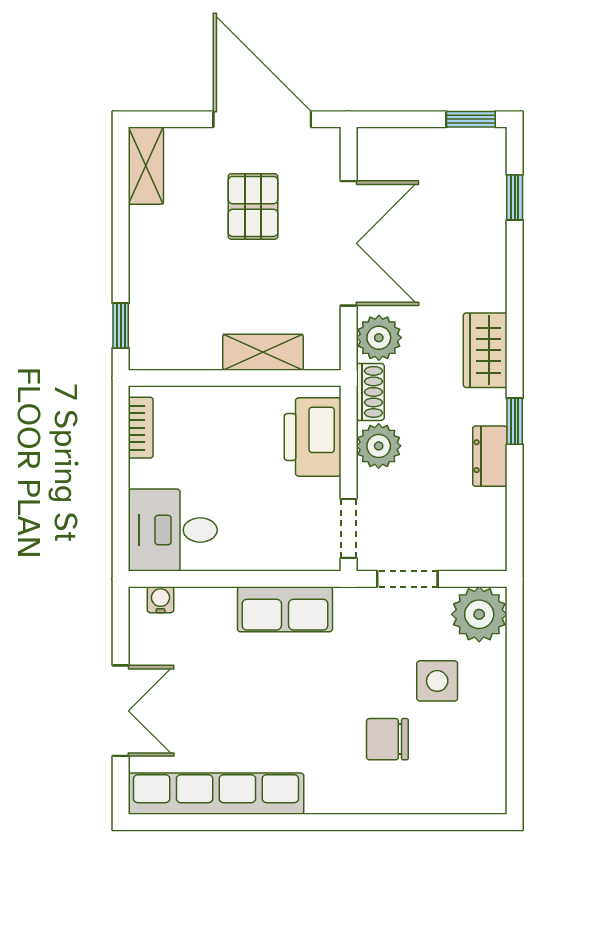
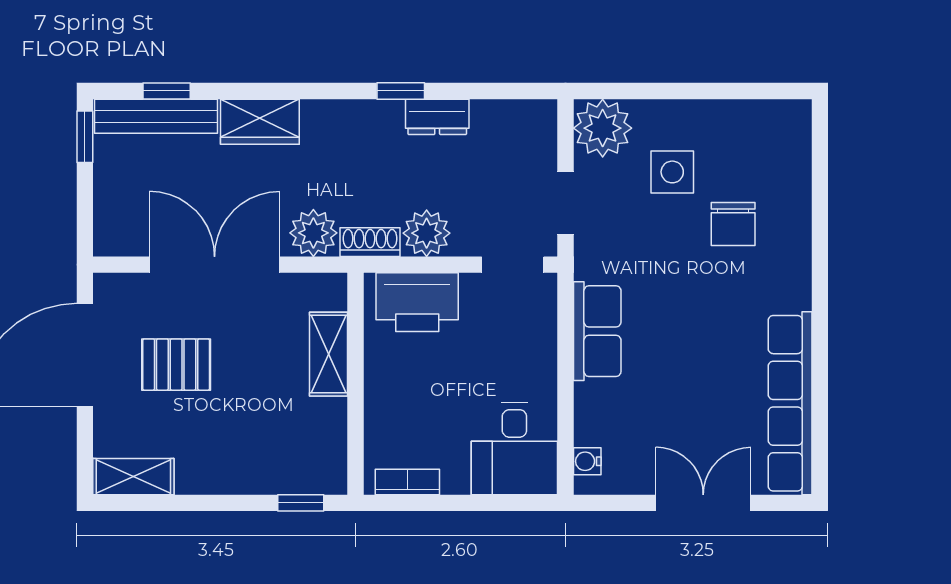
bench: (490, 187) -> (156, 116), added
wardrobe: (485, 350) -> (260, 122), moved

